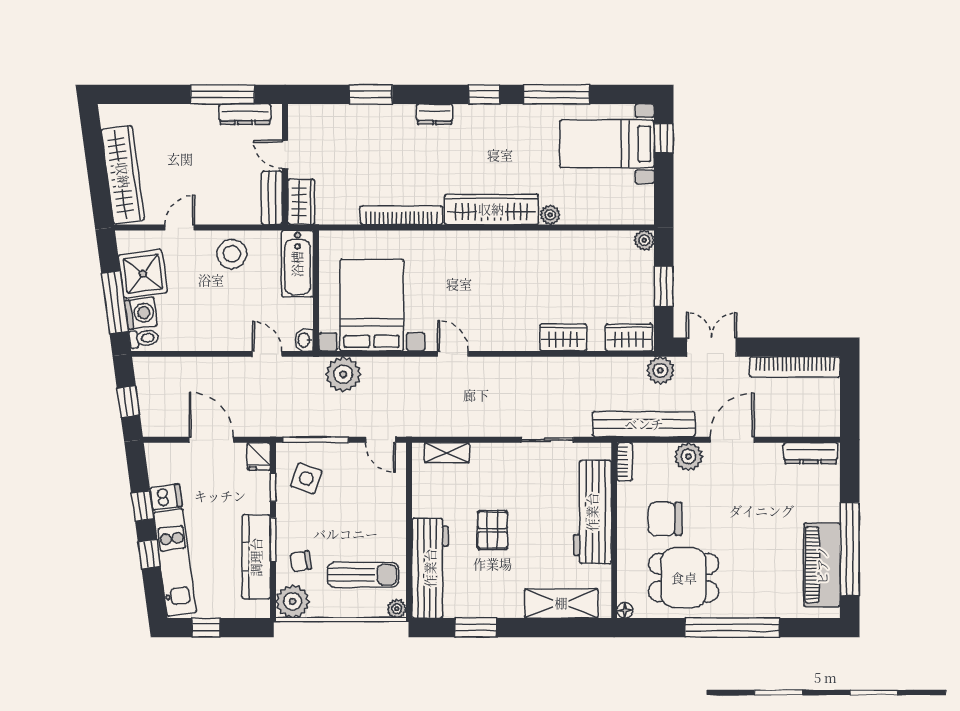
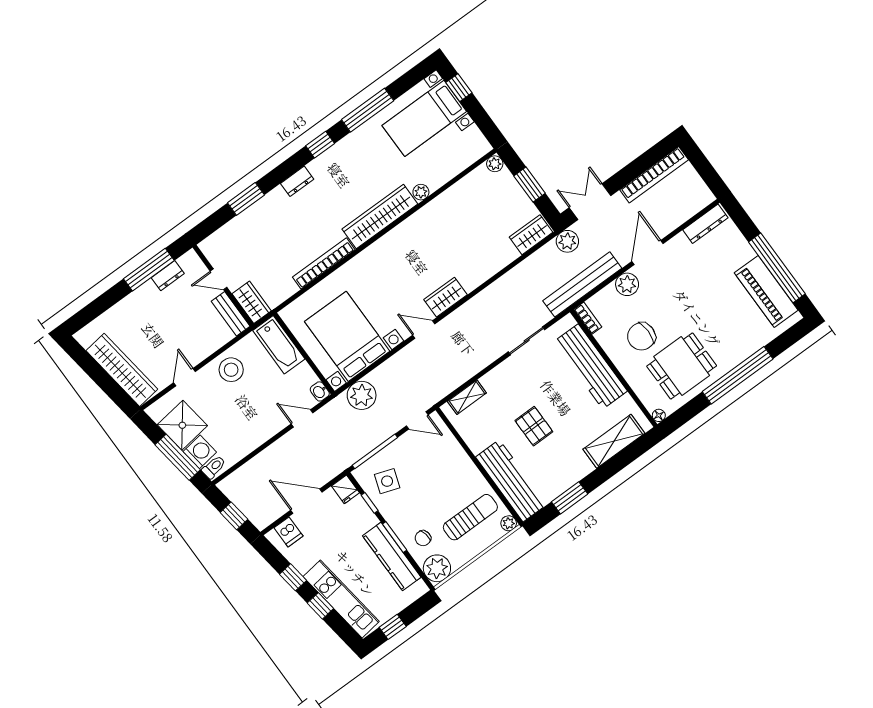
dresser: (245, 114) -> (168, 276), width x0.70
wardrobe: (563, 337) -> (446, 297), moved
dishwasher: (166, 497) -> (289, 532), moved, turned 98

